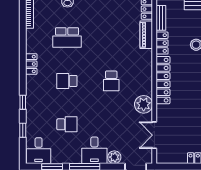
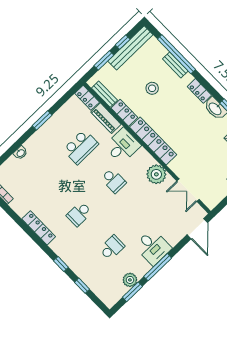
school desk: (67, 37) -> (81, 147), moved
locker: (31, 64) -> (39, 228), width x1.53
desk: (39, 151) -> (122, 146), moved, turned -90
plant: (114, 157) -> (130, 280), moved

